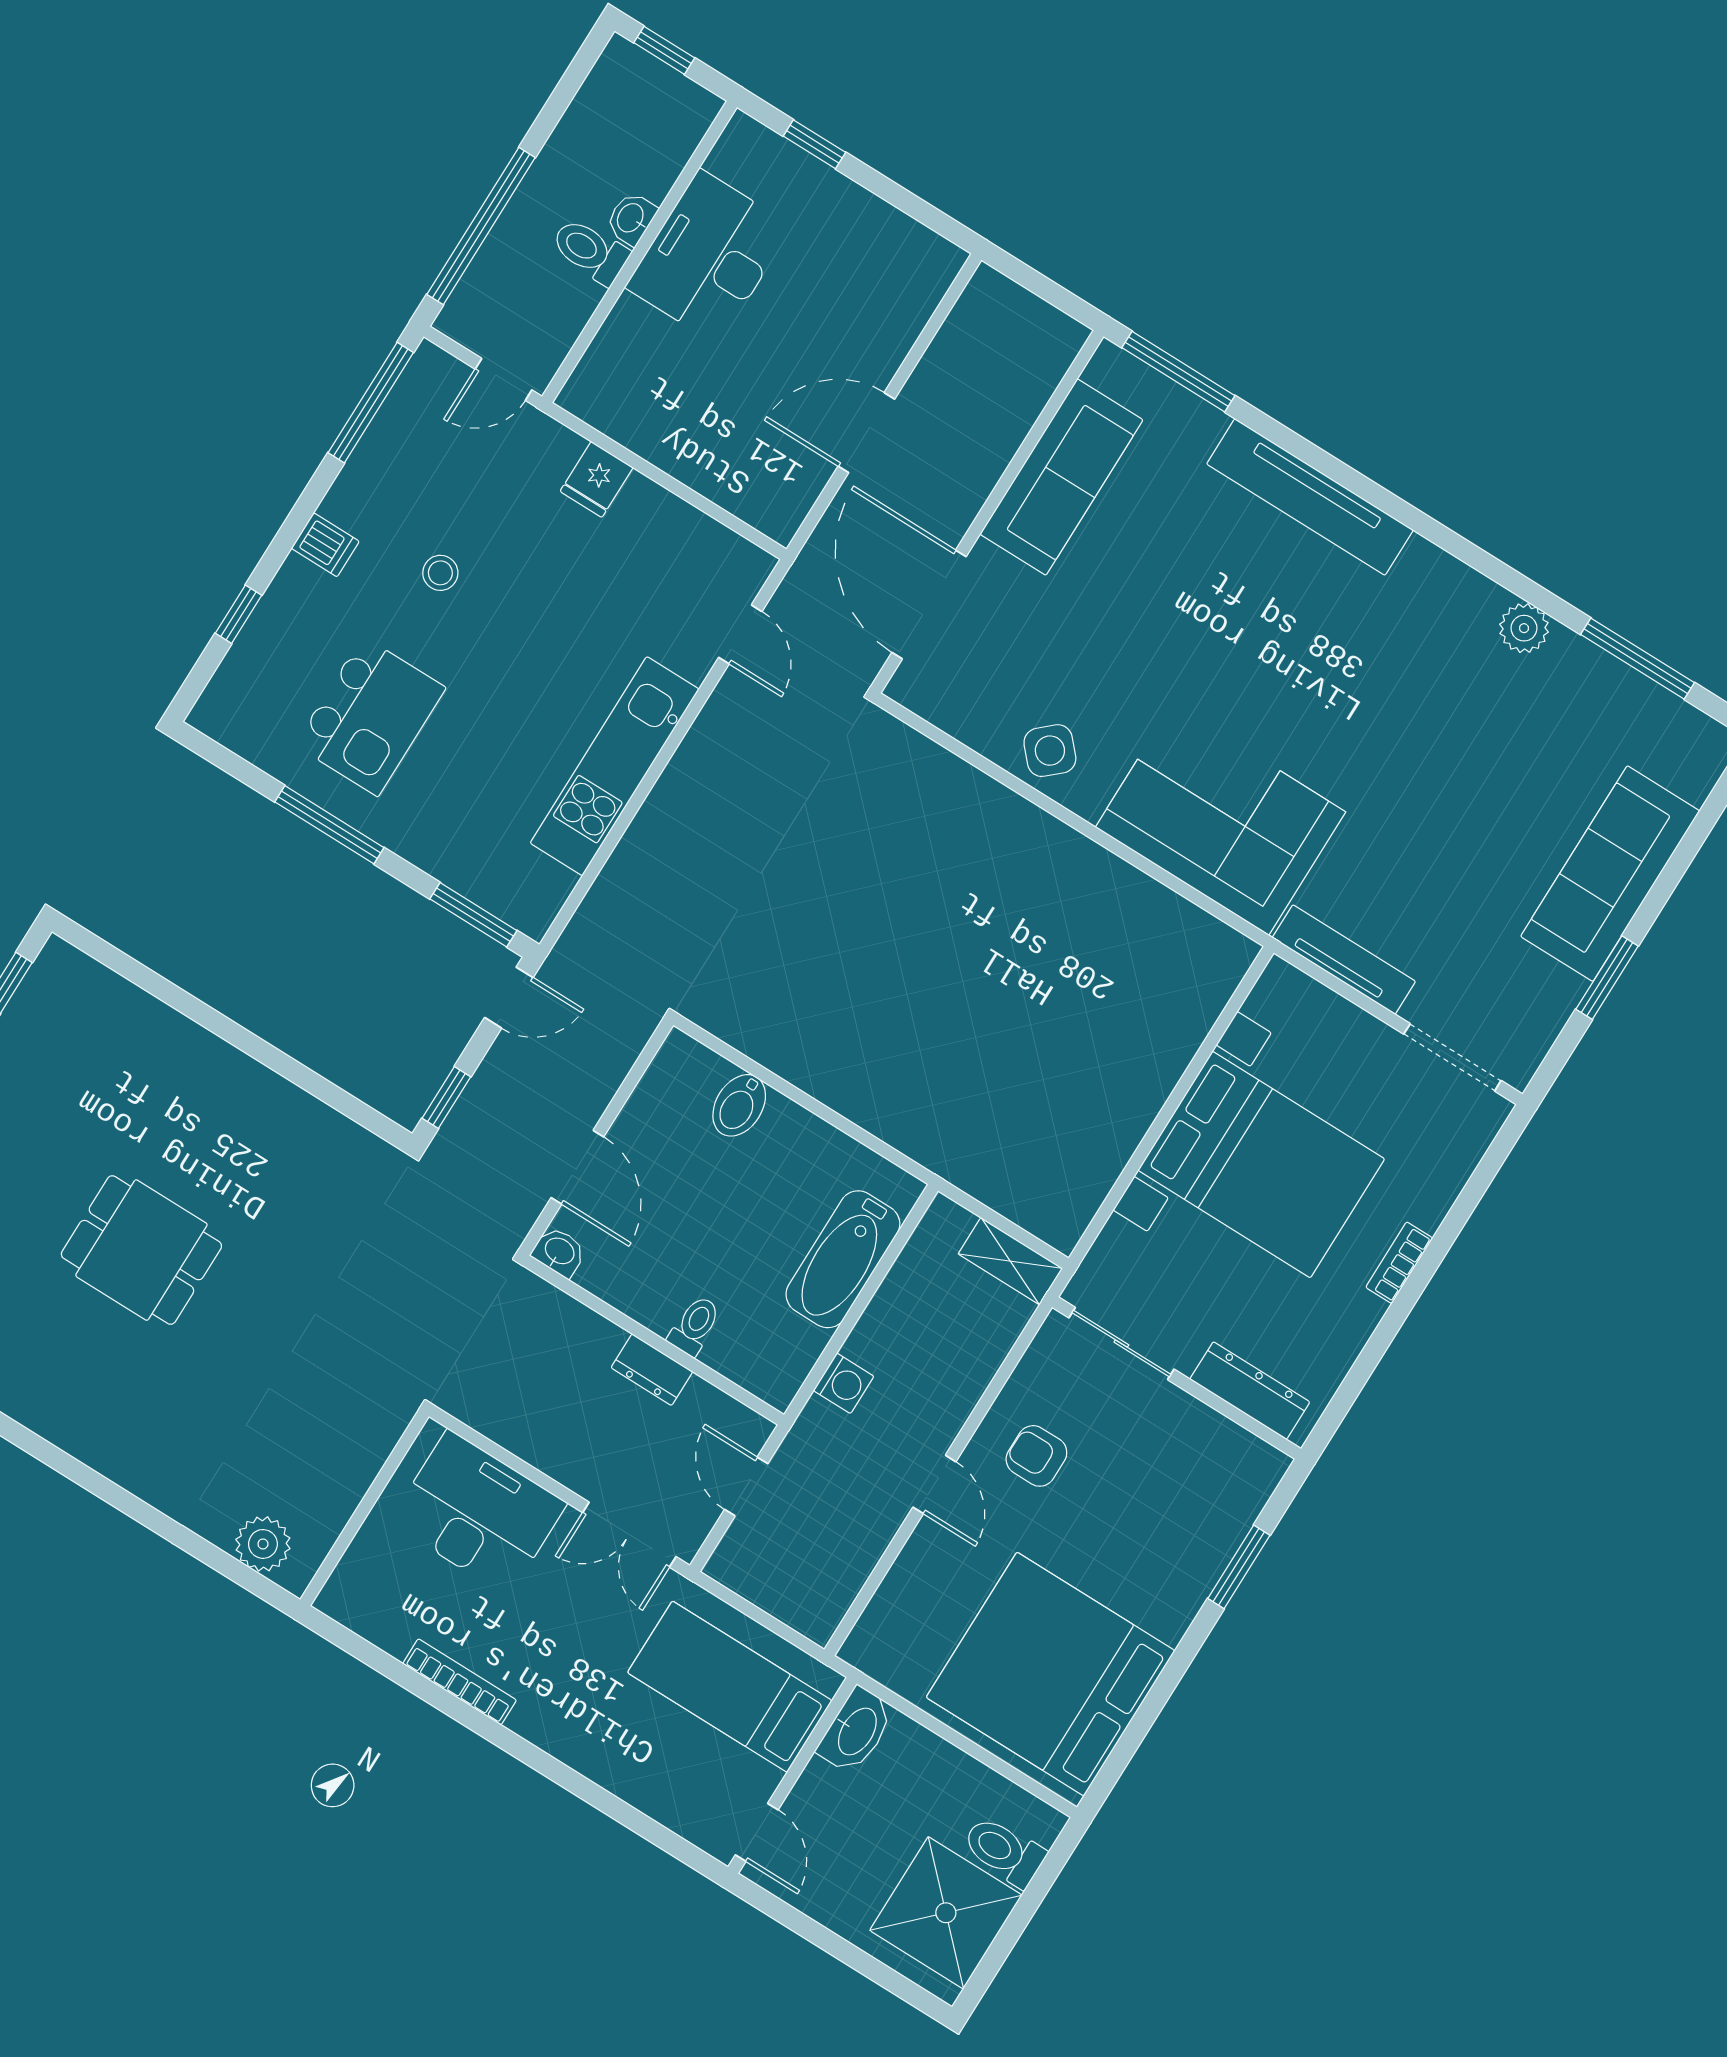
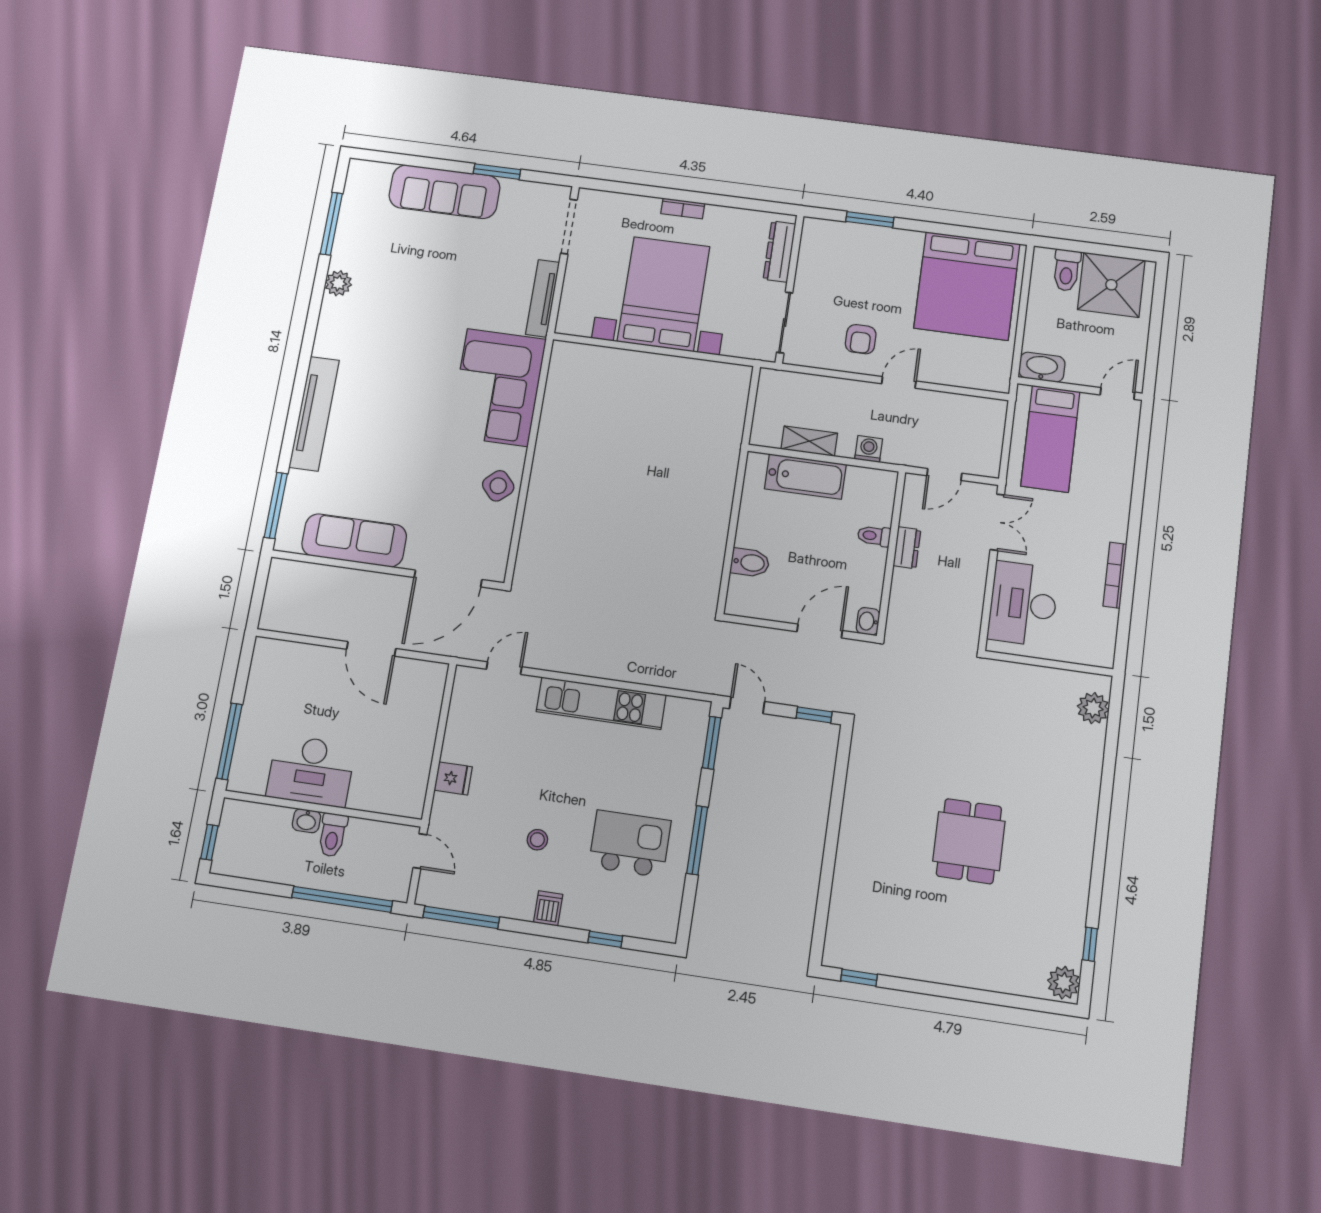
window: (814, 144) -> (229, 741), width x2.17
shelving: (1010, 1261) -> (809, 441), moved, turned 90

